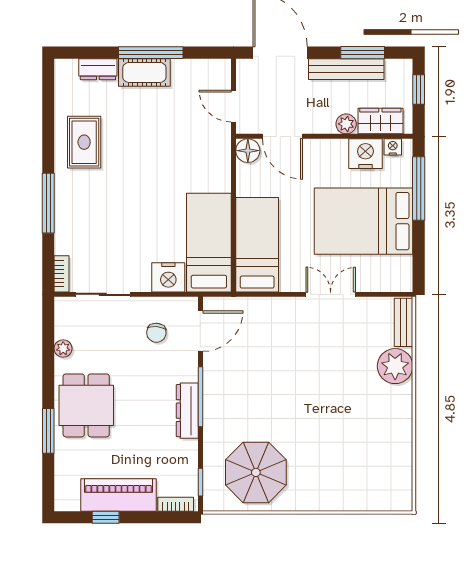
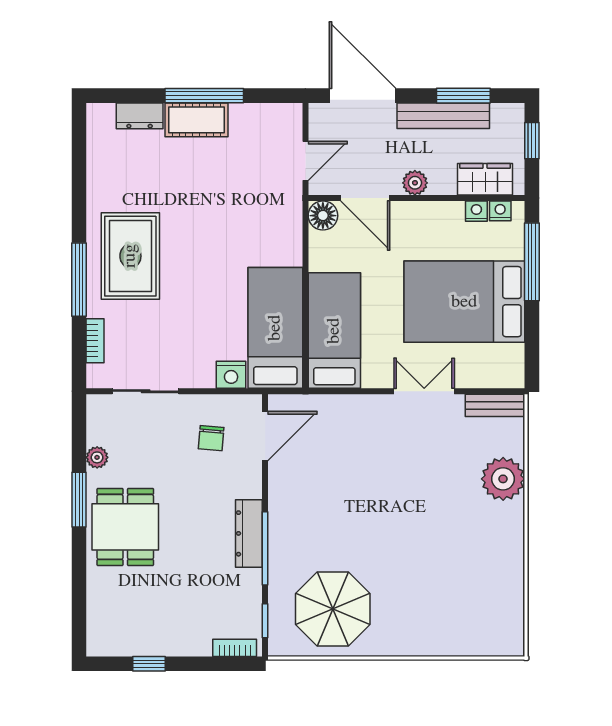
door: (233, 106) -> (305, 161), swing flipped
plant: (346, 124) -> (415, 183), moved
rug: (84, 142) -> (130, 256), moved, width x1.36, depth x1.43
nightstand: (365, 154) -> (476, 211), width x0.53, depth x0.56
bookcase: (62, 274) -> (95, 341), moved
nightstand: (168, 277) -> (231, 375), width x0.74, depth x0.75
bench: (404, 322) -> (495, 405), moved, turned 90
window: (200, 397) -> (265, 548), moved
window: (48, 431) -> (79, 500), moved
piano: (118, 495) -> (165, 637), removed

